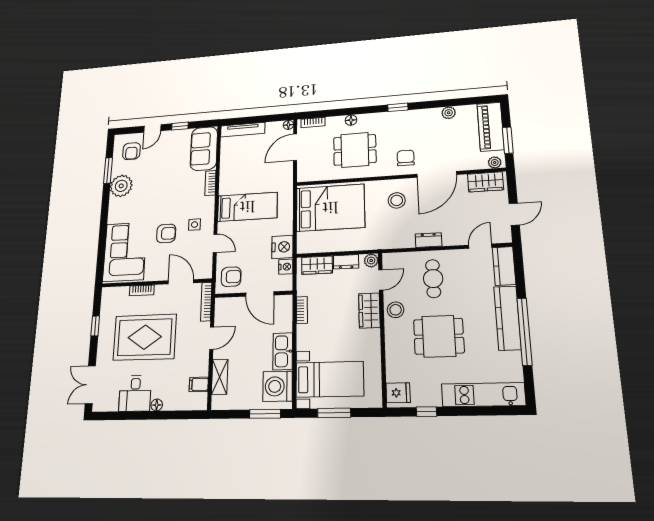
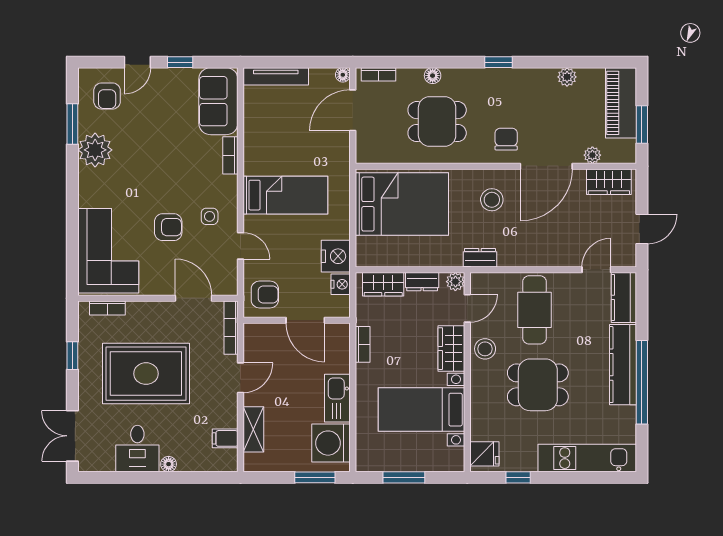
plant: (495, 162) -> (592, 155), moved
dresser: (428, 240) -> (480, 258), moved
cafe table: (433, 279) -> (535, 310), width x1.37, depth x1.35
bookcase: (142, 290) -> (107, 308), moved
bed with nightstands: (330, 379) -> (421, 410), moved, turned 180

